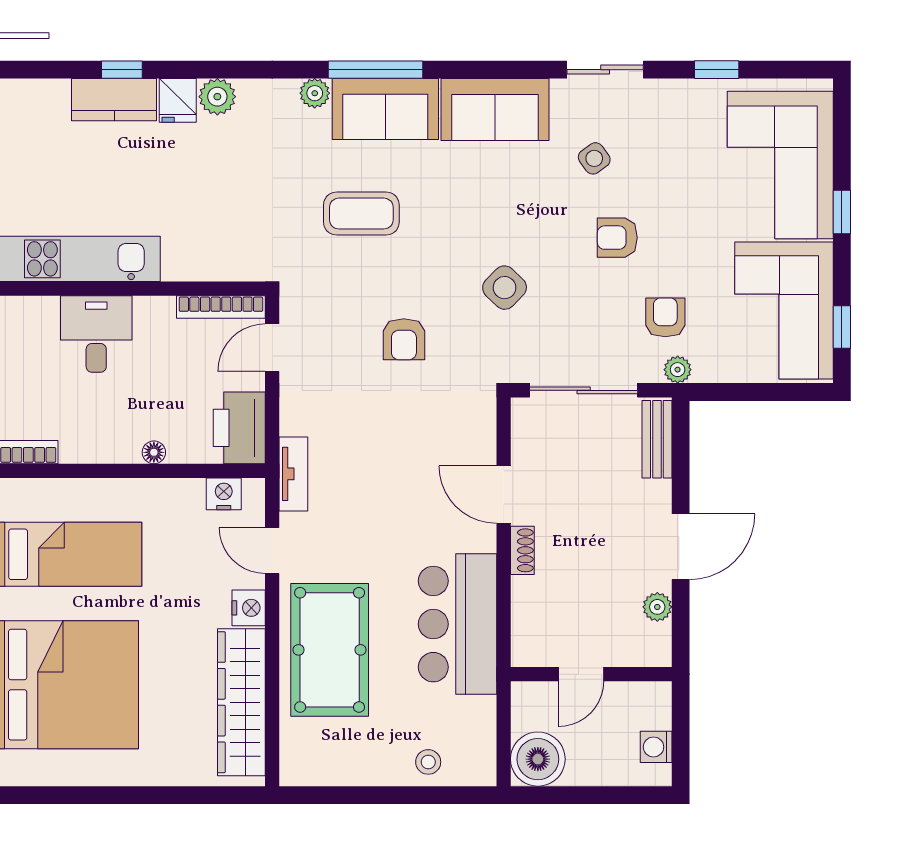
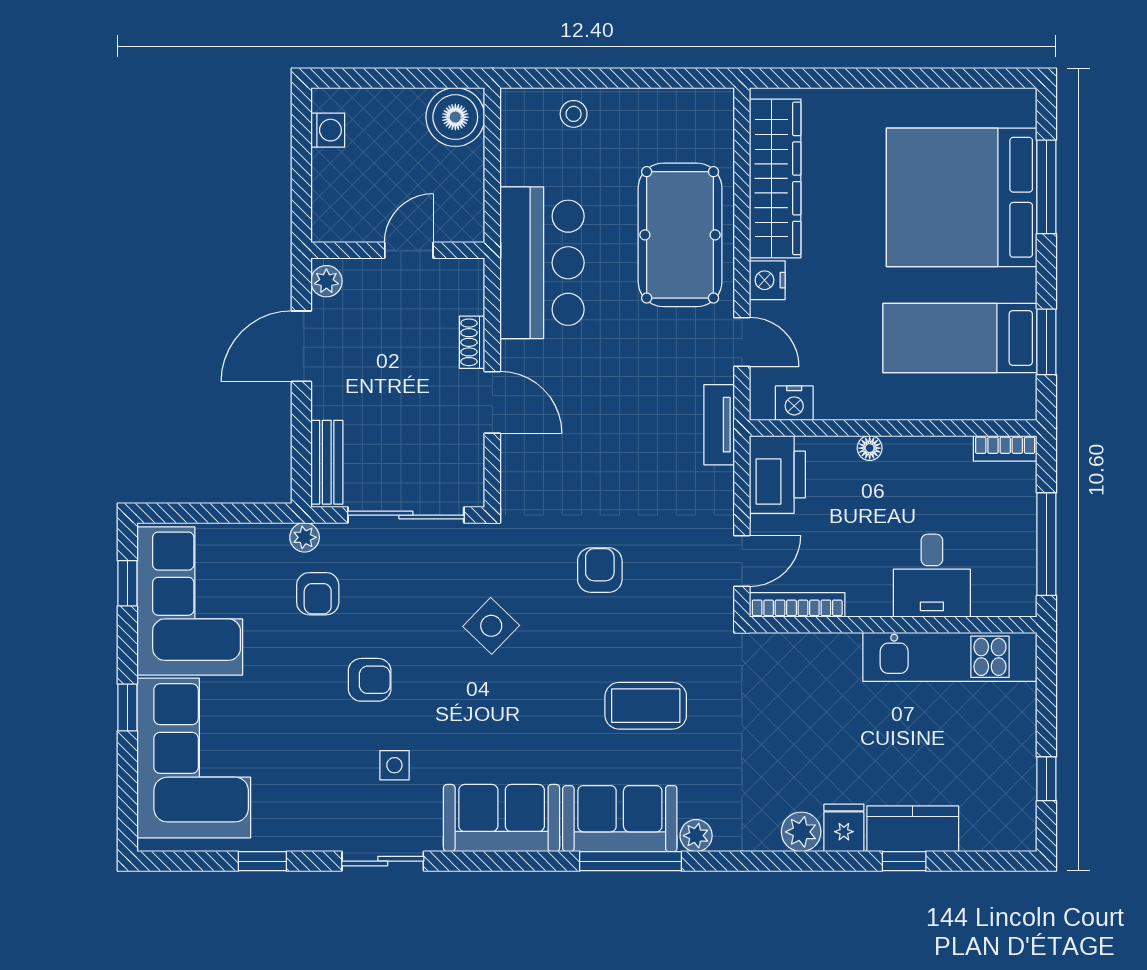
side table: (594, 158) -> (394, 765), turned 36
door: (581, 674) -> (409, 250), moved
wall: (591, 674) -> (398, 250), moved

